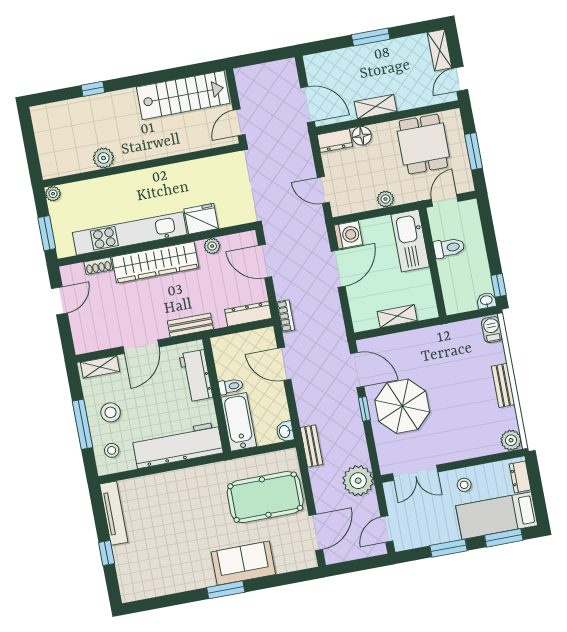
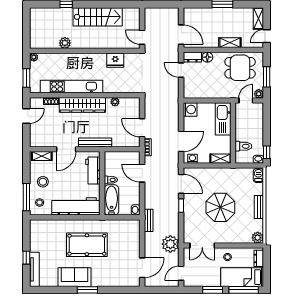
stairs: (183, 95) -> (98, 17), moved
shelving: (376, 107) -> (230, 43), moved
door: (239, 122) -> (142, 37), hinge flipped
dining table: (423, 144) -> (240, 68), turned 90
door: (323, 190) -> (181, 70), moved
plant: (385, 199) -> (259, 94), moved
fridge: (201, 219) -> (115, 60), moved, turned 180
toilet: (449, 248) -> (243, 146), moved
door: (265, 261) -> (142, 128), moved
door: (338, 269) -> (181, 141), moved
dresser: (248, 314) -> (128, 142), removed
shelving: (397, 316) -> (220, 159), moved
washing machine: (369, 321) -> (192, 159), added
bench: (190, 325) -> (95, 142), width x1.36
parasol: (402, 406) -> (220, 207), moved
window: (83, 424) -> (26, 197), moved
pool table: (265, 497) -> (87, 245), moved
tv unit: (114, 513) -> (34, 269), moved
window: (504, 538) -> (244, 290), width x1.44
sofa: (243, 563) -> (74, 277), moved

